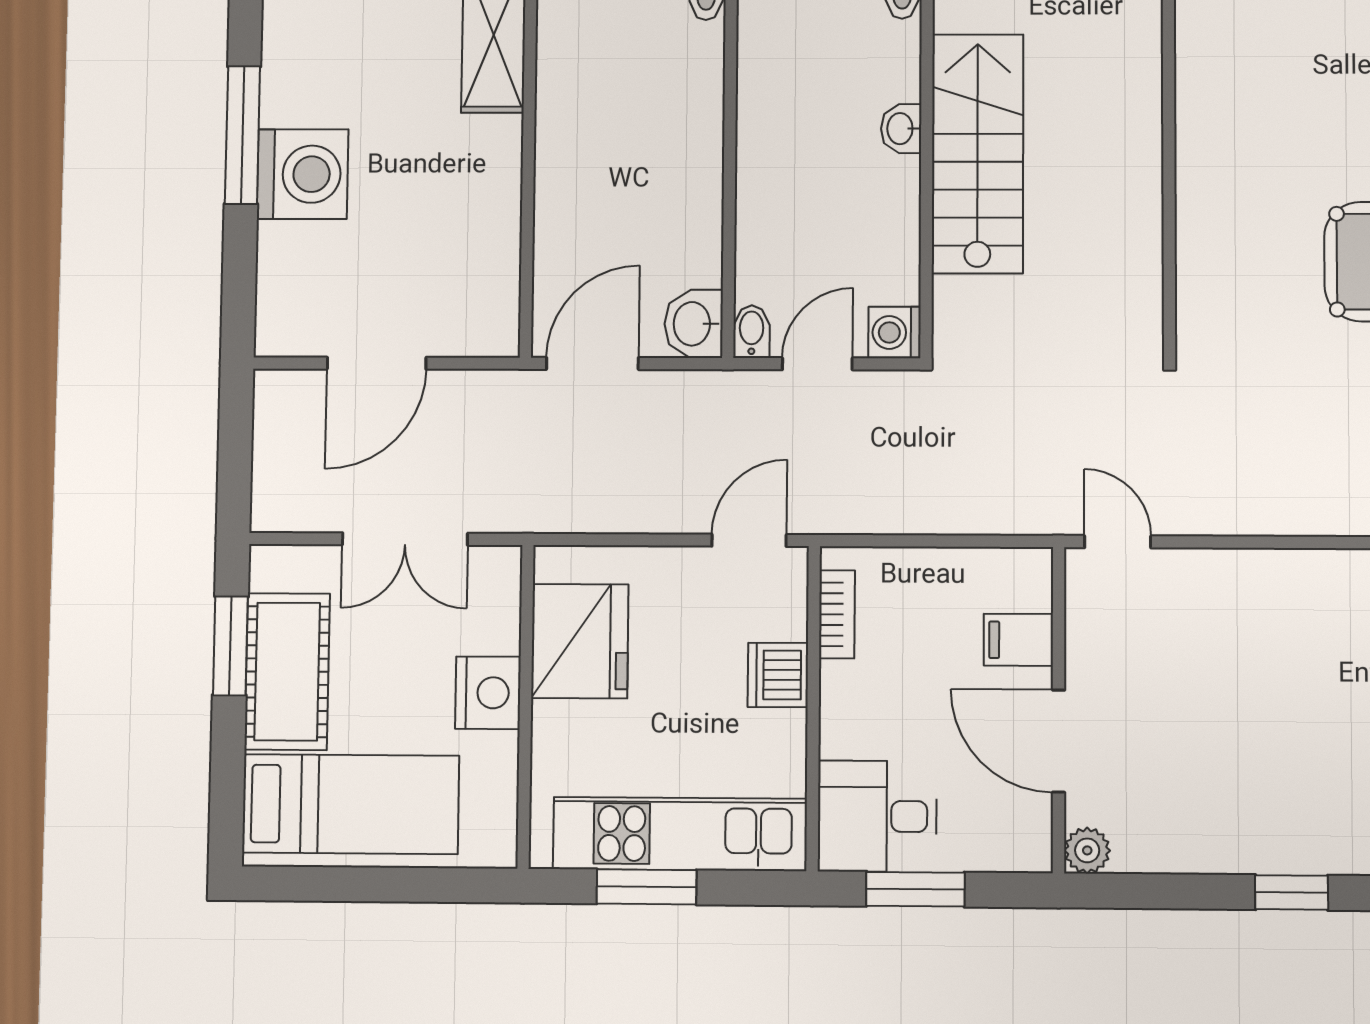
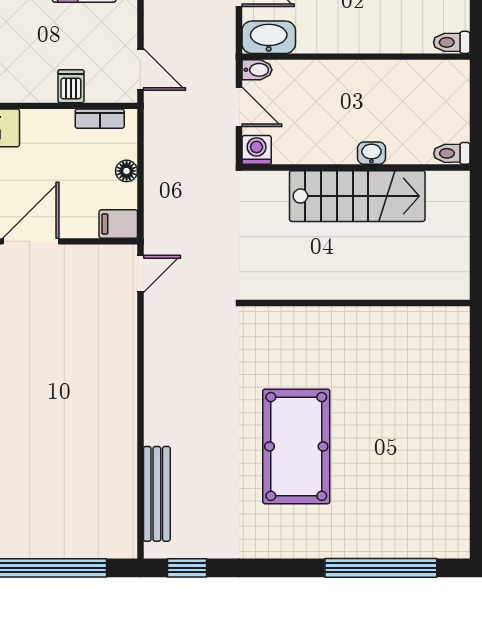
washbasin: (694, 324) -> (269, 37), width x1.38
floor lamp: (931, 566) -> (127, 171), added
filing cabinet: (1018, 640) -> (118, 224), moved, turned -90
dishwasher: (778, 675) -> (71, 86), width x0.73

